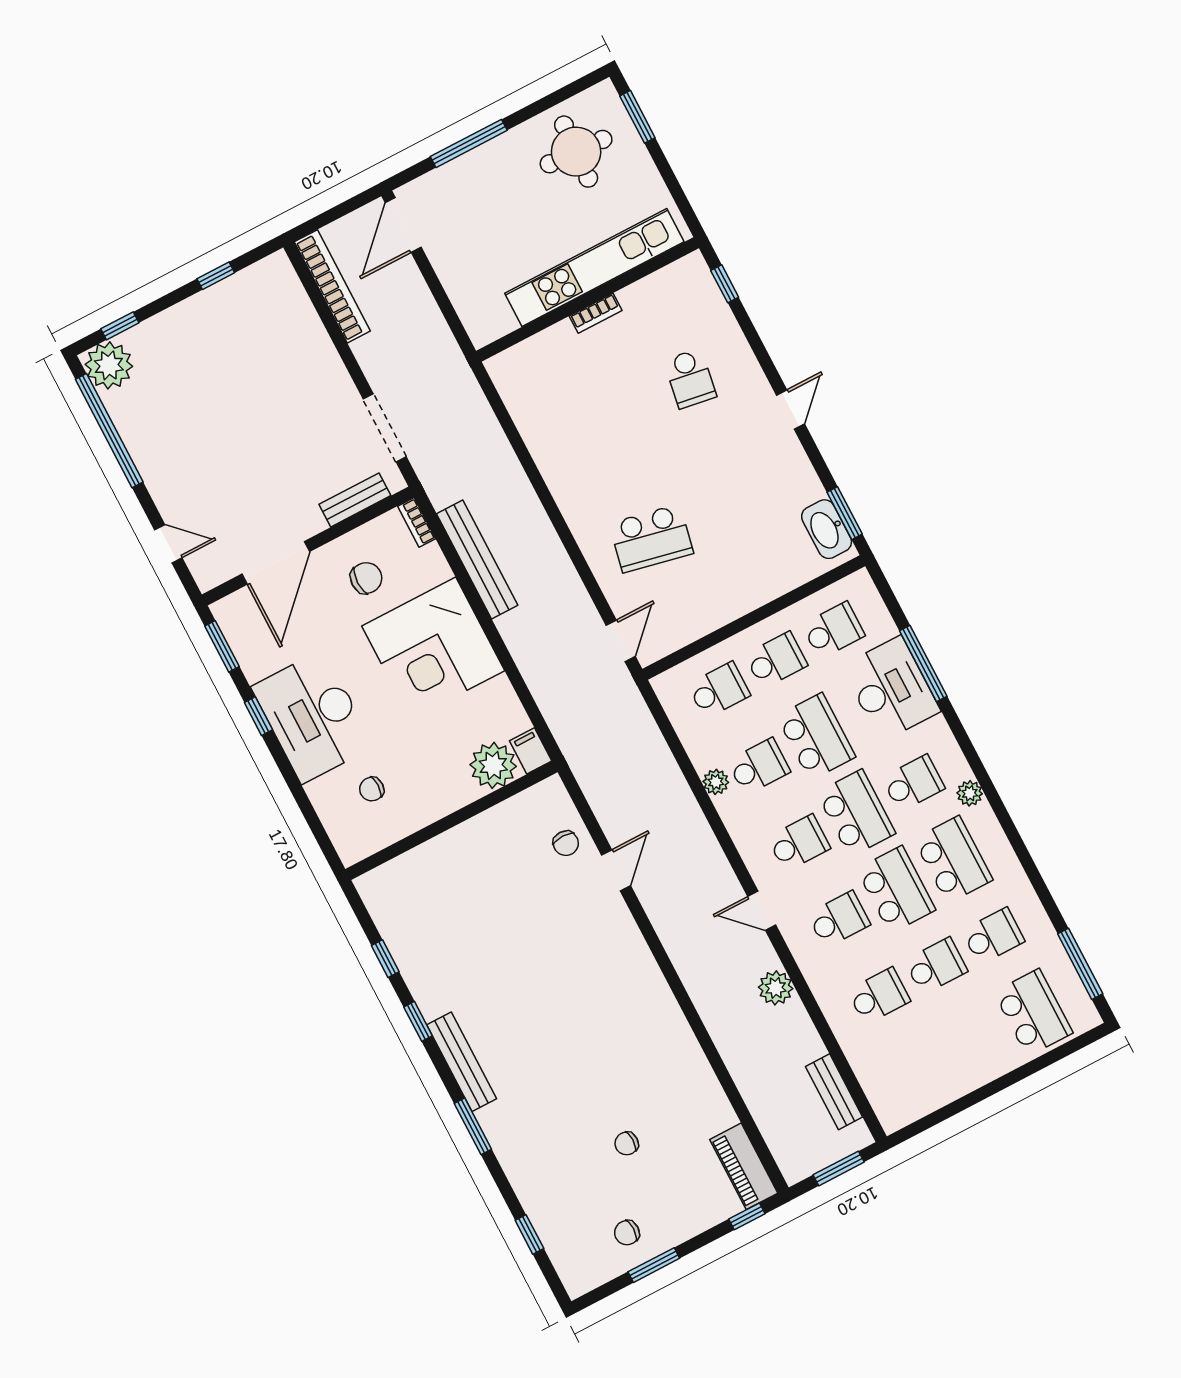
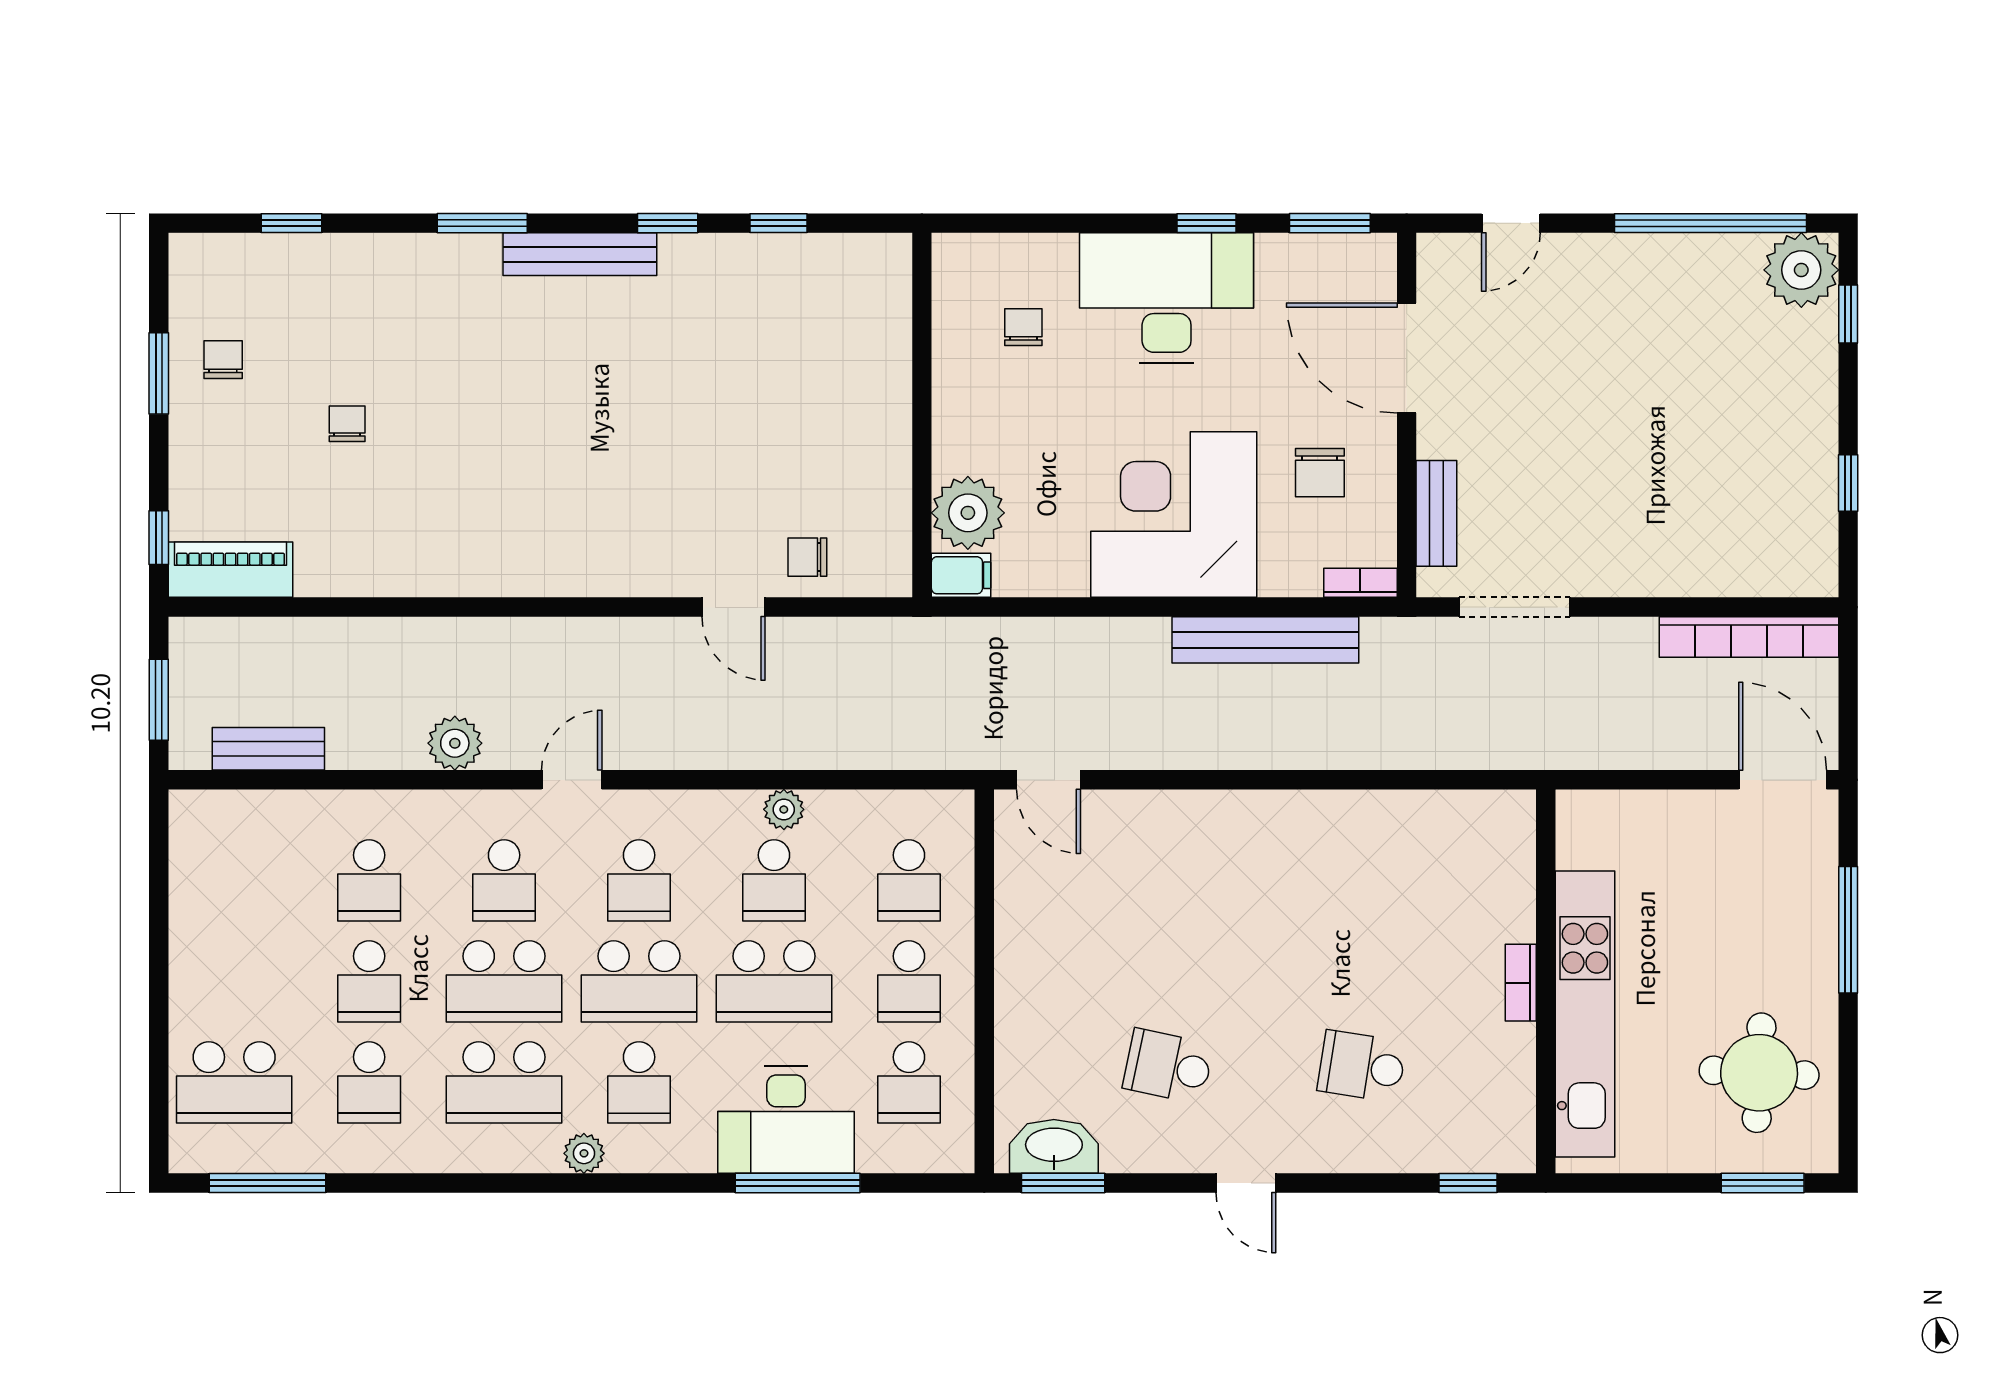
school desk: (651, 538) -> (1168, 1066), moved, width x0.54

